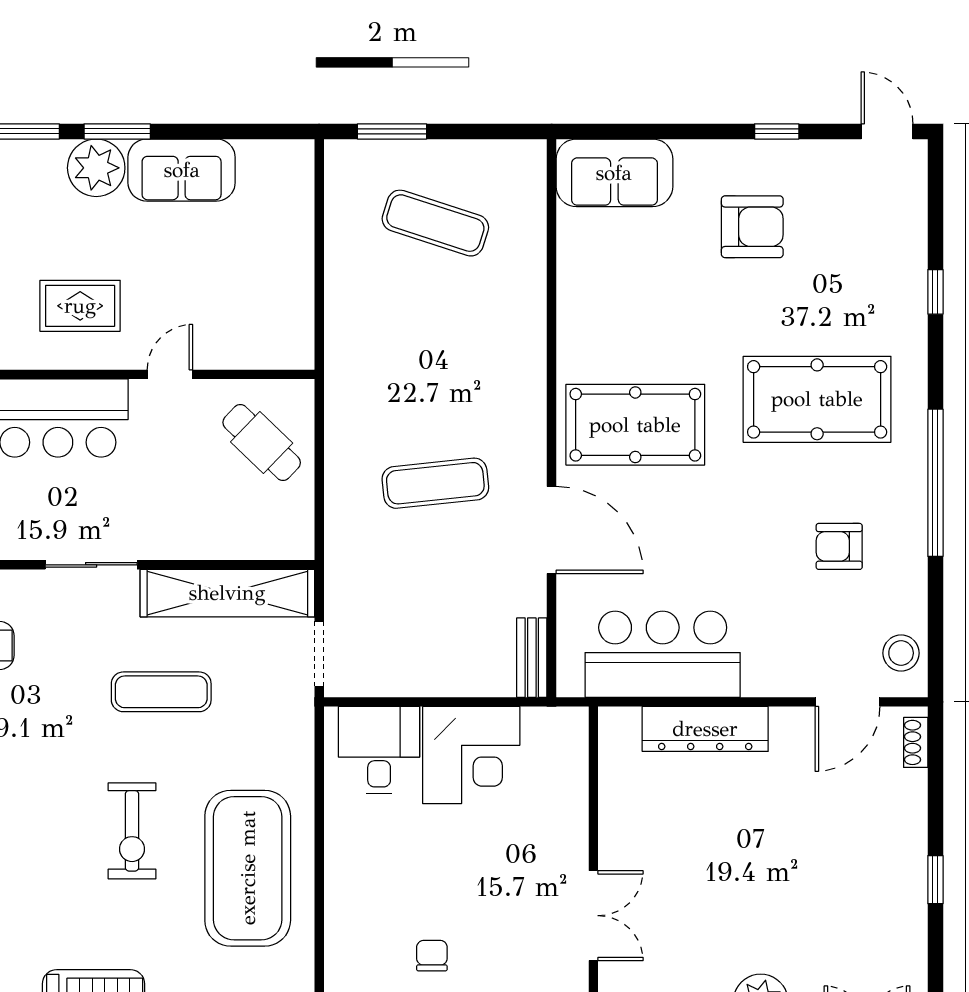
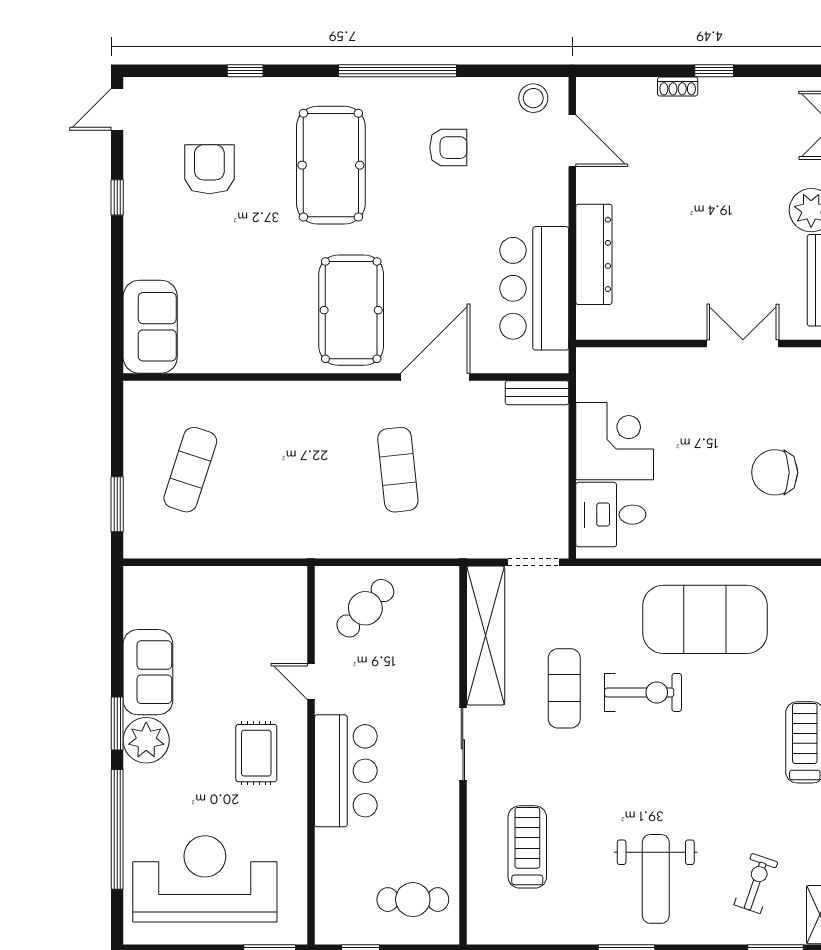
armchair: (752, 227) -> (209, 169), moved
armchair: (839, 546) -> (448, 148), turned -90
shoe rack: (916, 742) -> (678, 87), moved
exercise bike: (132, 831) -> (643, 692), moved
chair: (432, 956) -> (775, 472), width x1.87, depth x1.87

